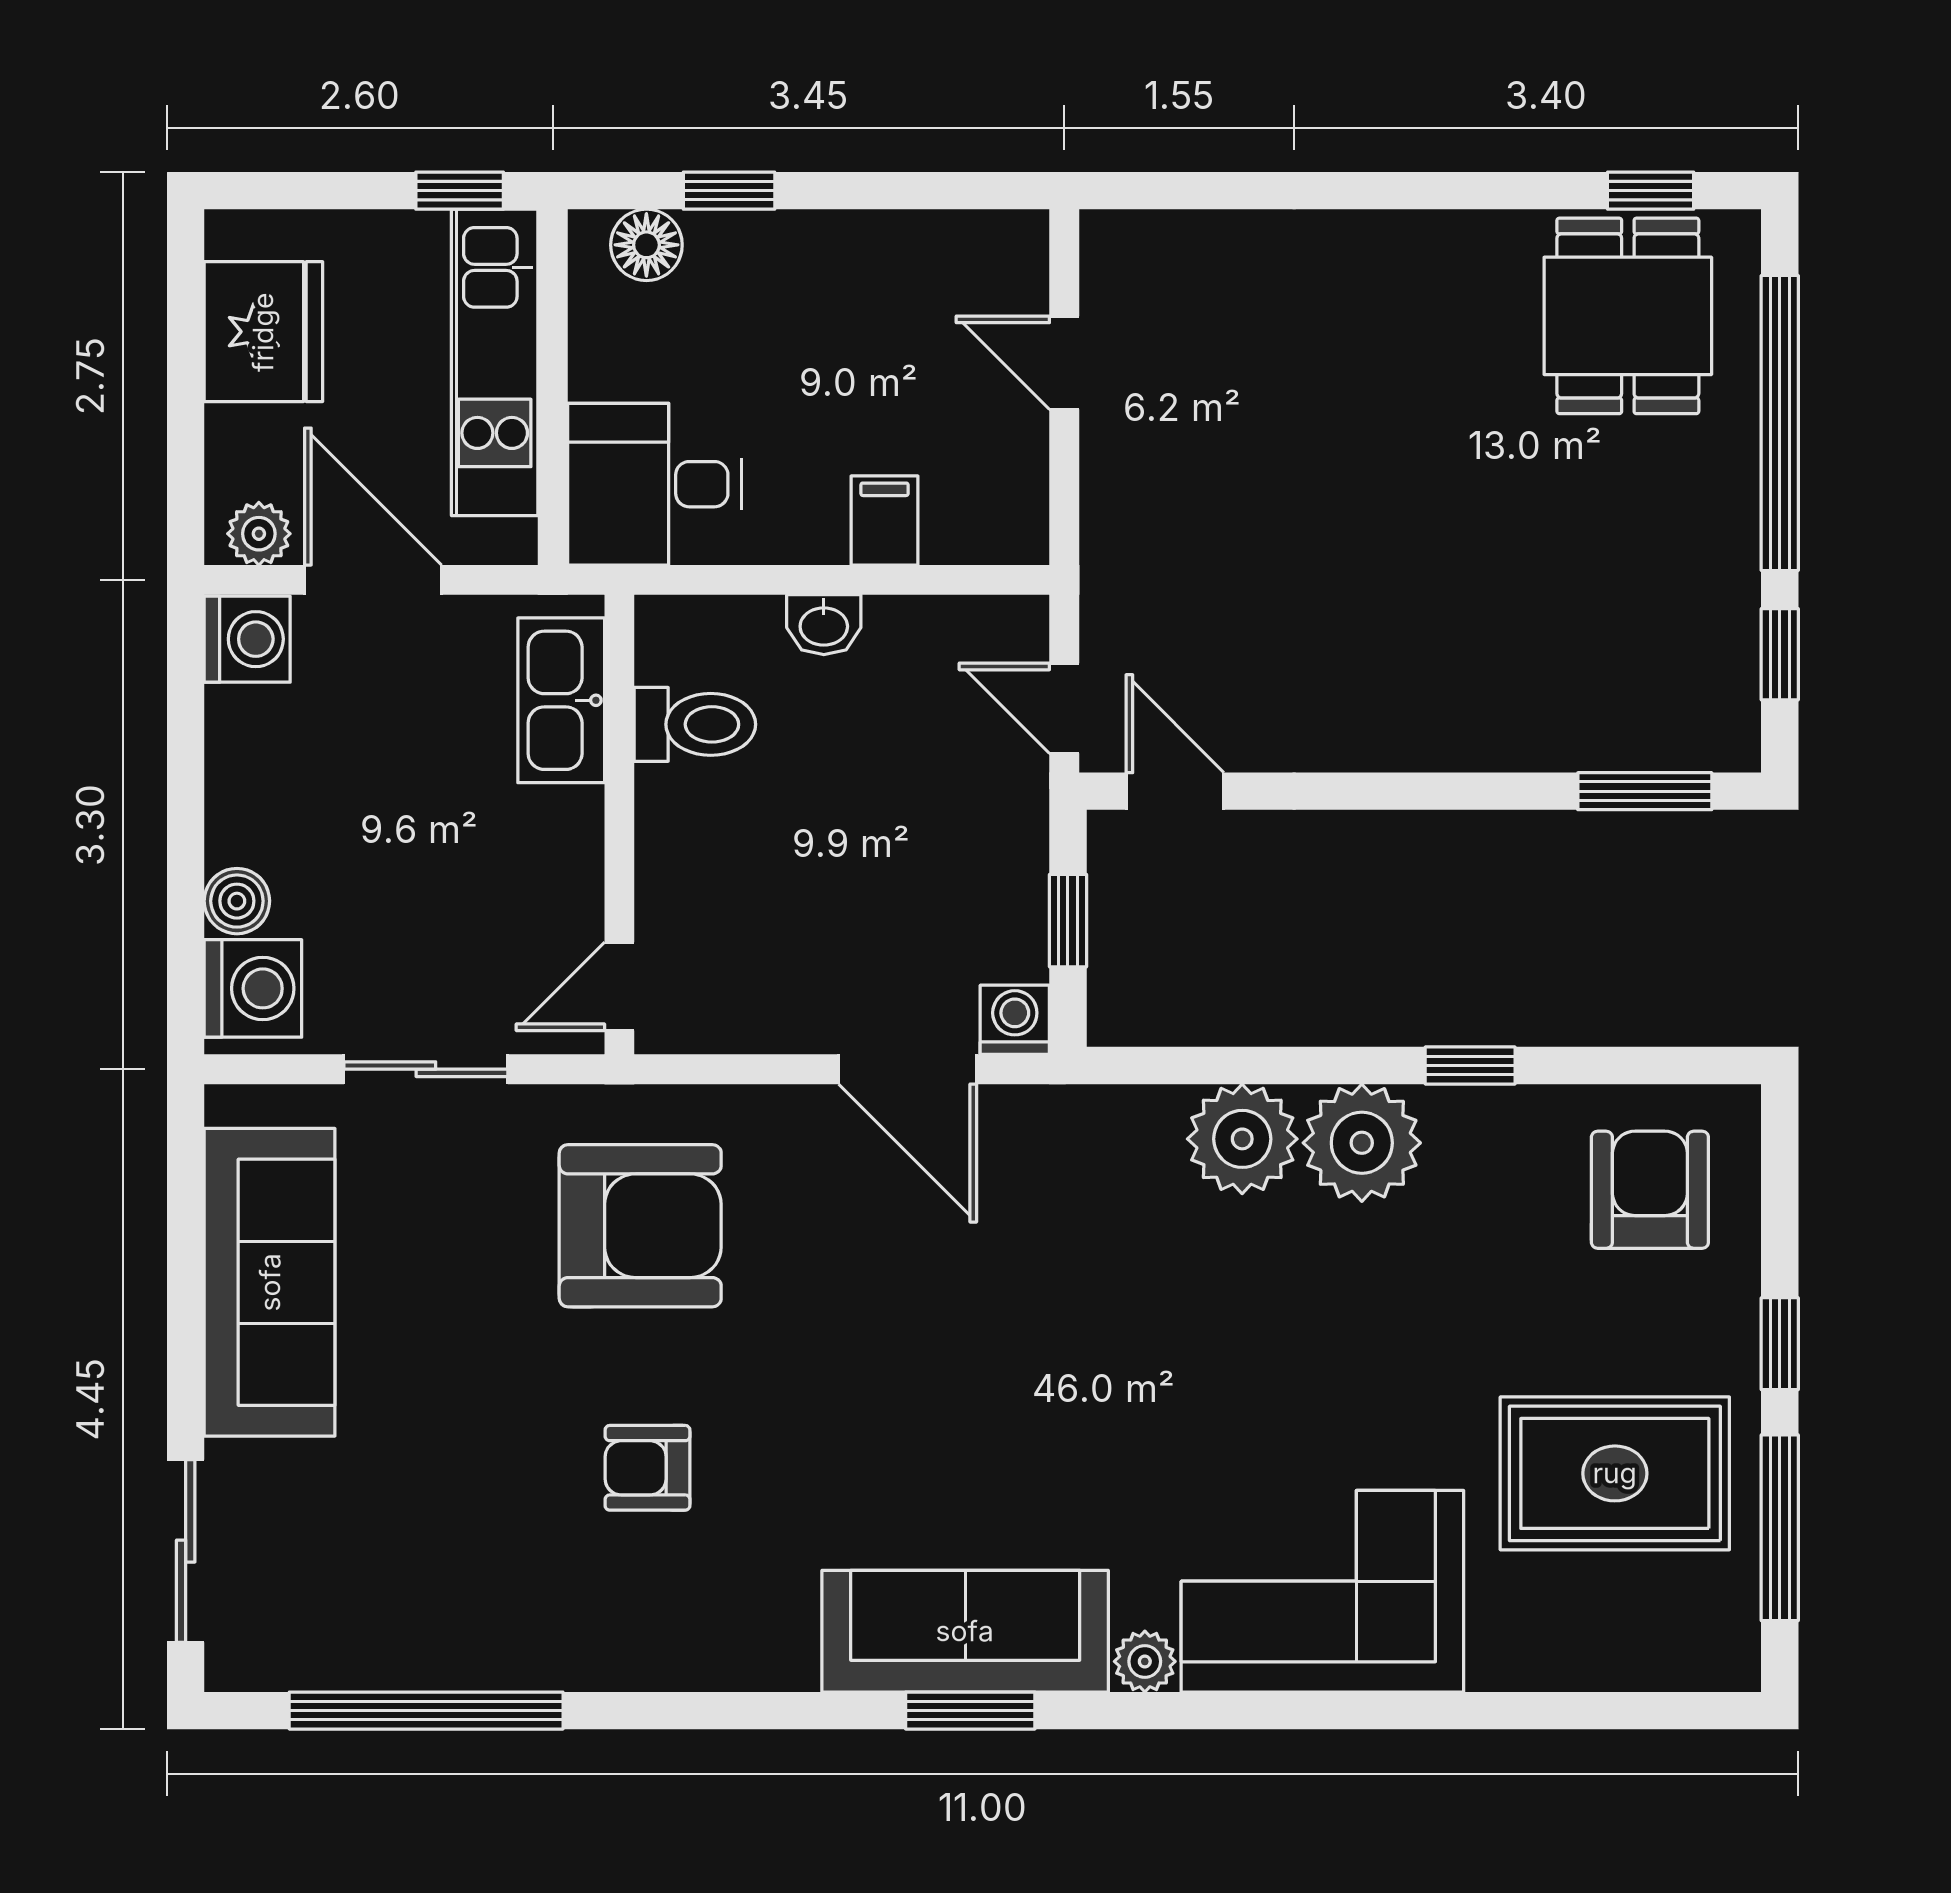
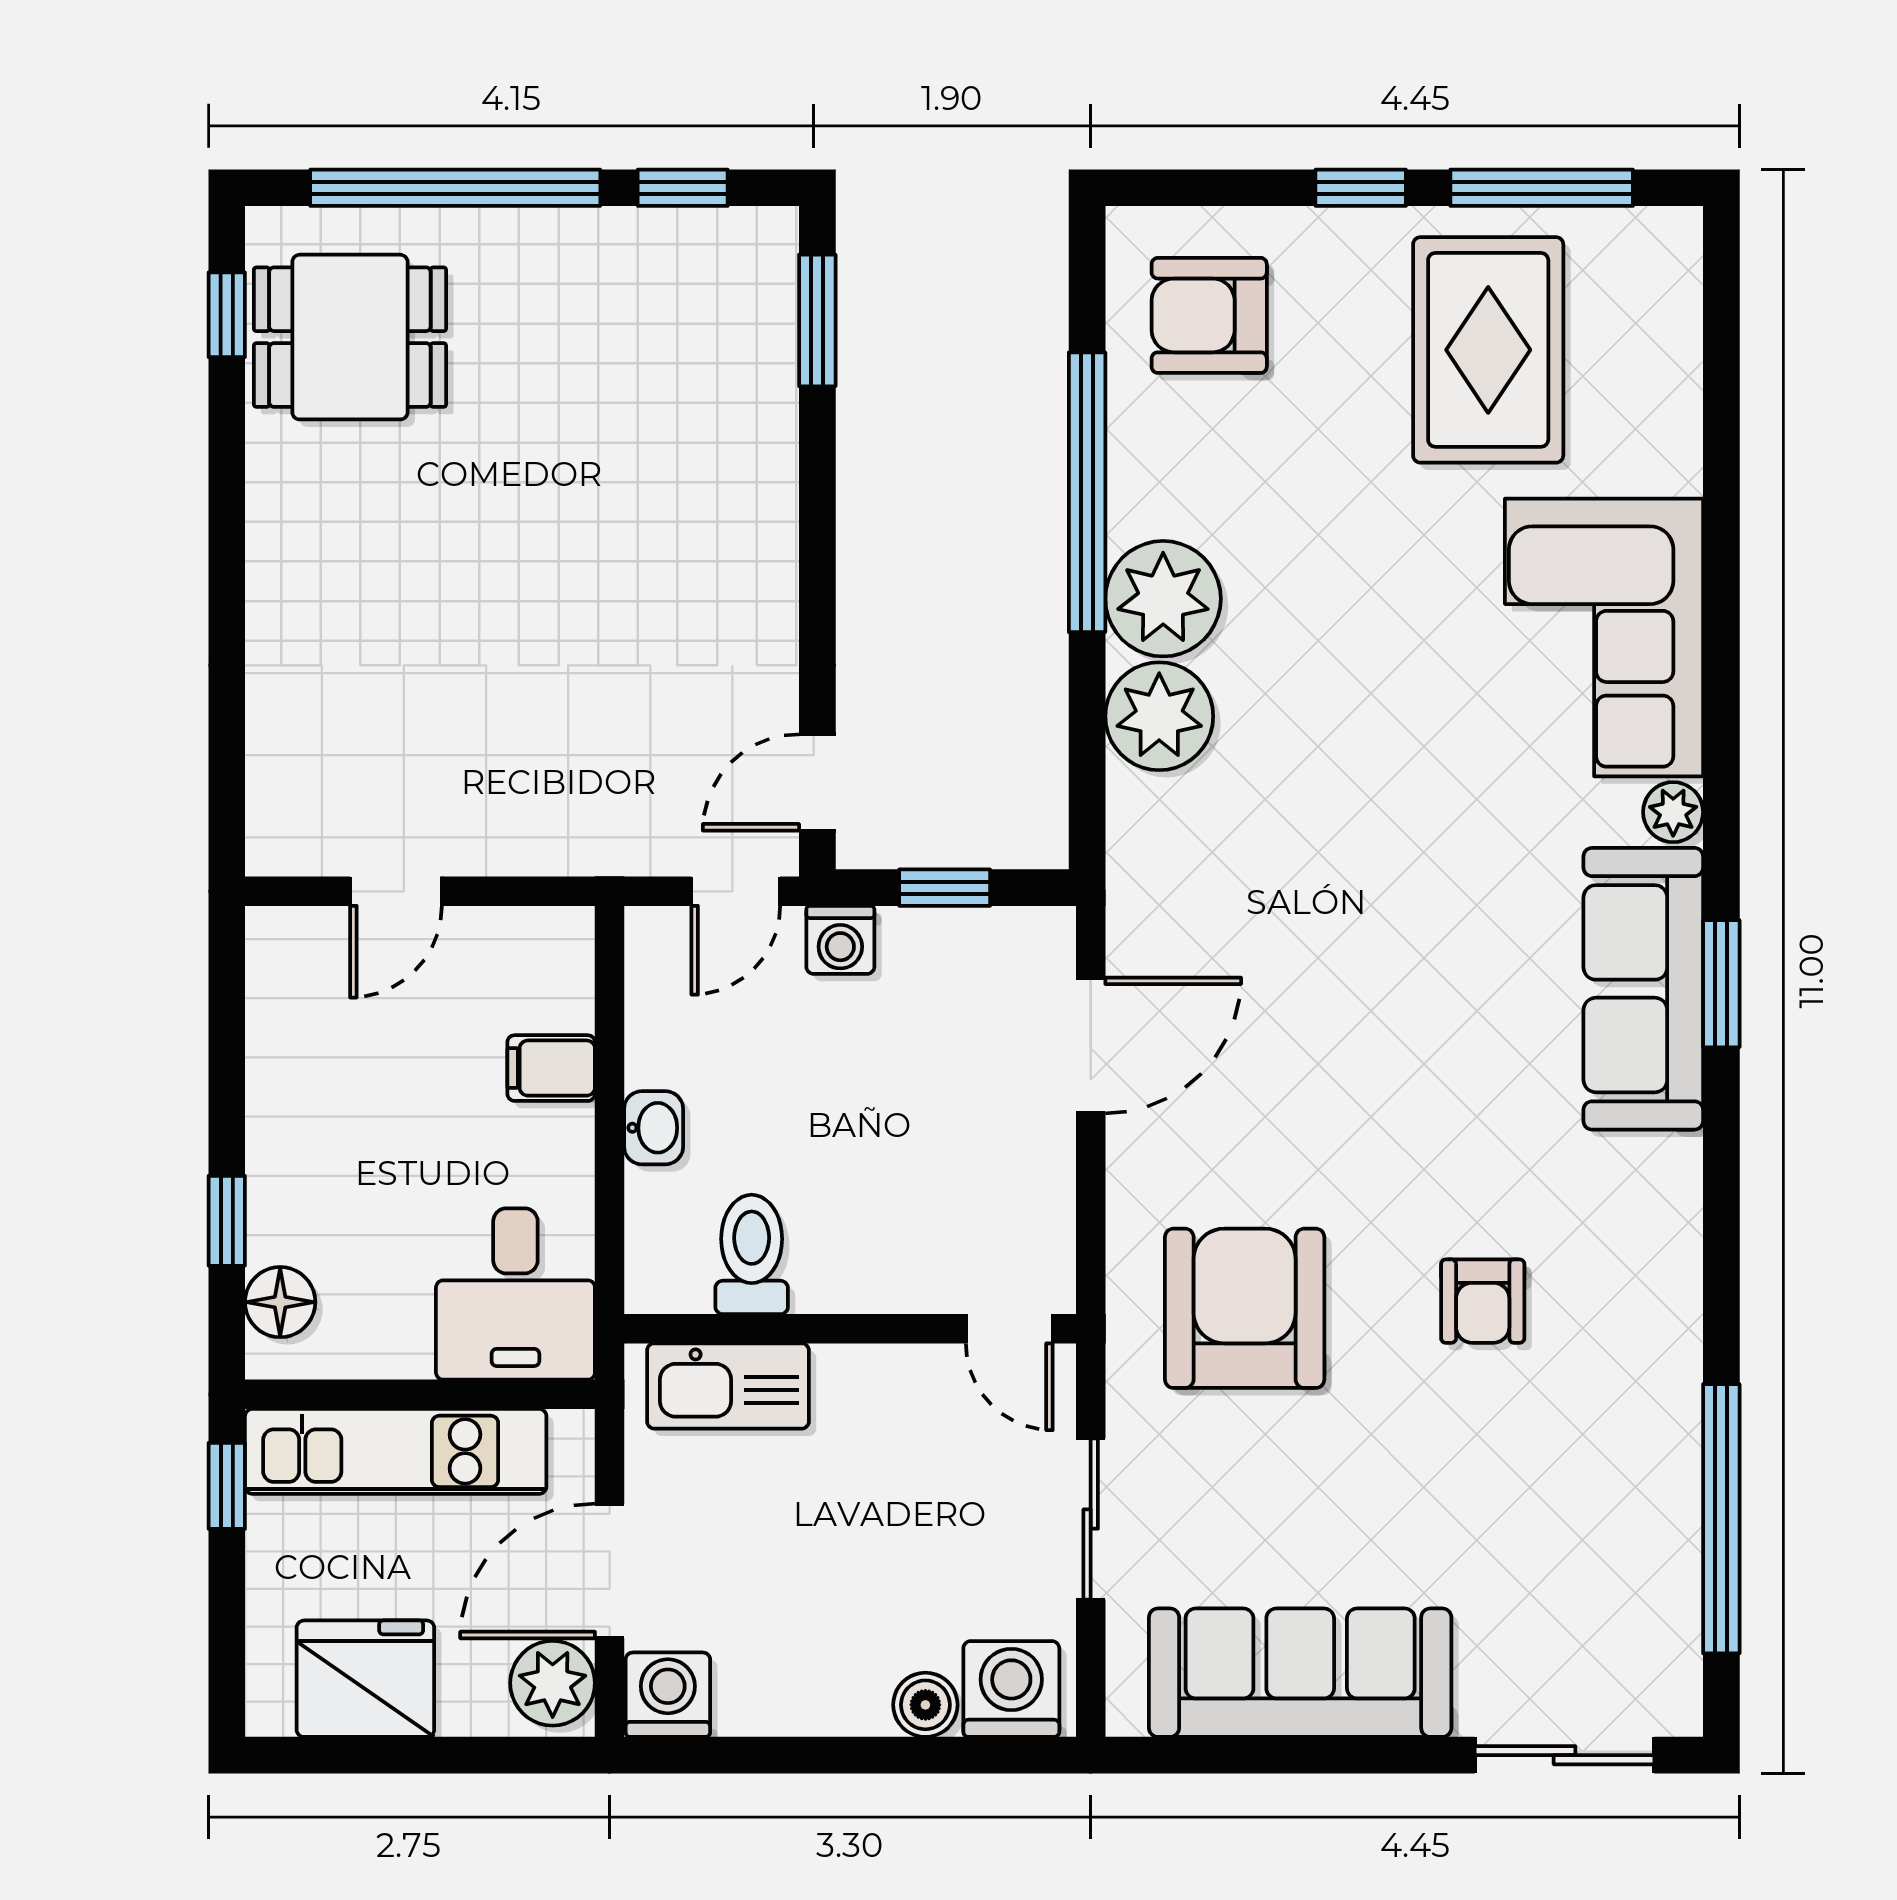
plant: (259, 534) -> (553, 1683), width x1.38, depth x1.38
washing machine: (1015, 1020) -> (840, 940), moved, turned -90
window: (1470, 1065) -> (1087, 492), width x3.17

